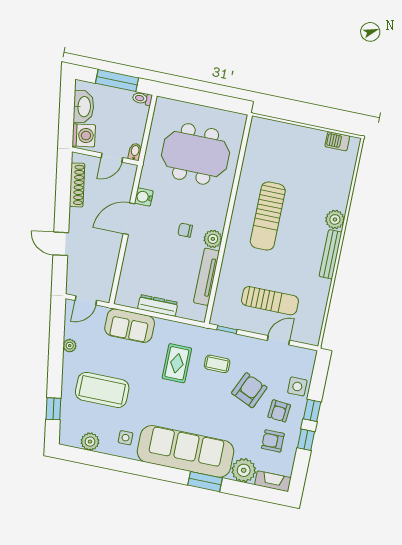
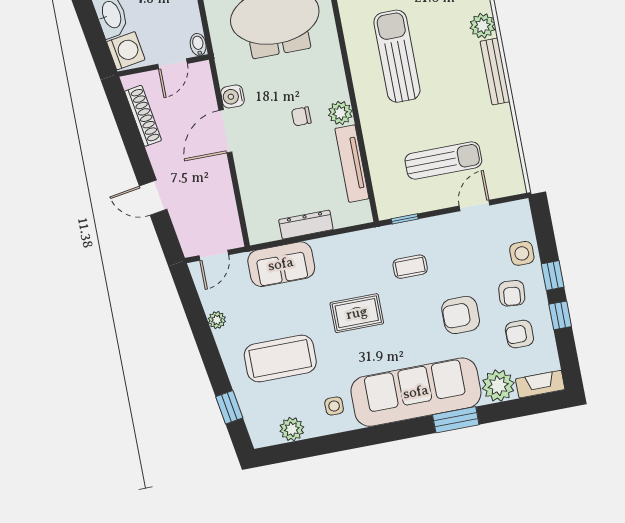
sun lounger: (268, 216) -> (397, 56), turned 180
rug: (177, 363) -> (357, 313), moved, turned 90
armchair: (249, 390) -> (461, 315), moved, turned -114

